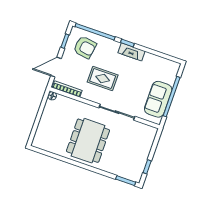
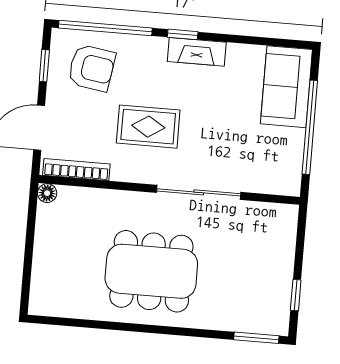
sofa: (158, 99) -> (286, 87), moved
dining table: (88, 141) -> (151, 271), turned 90

